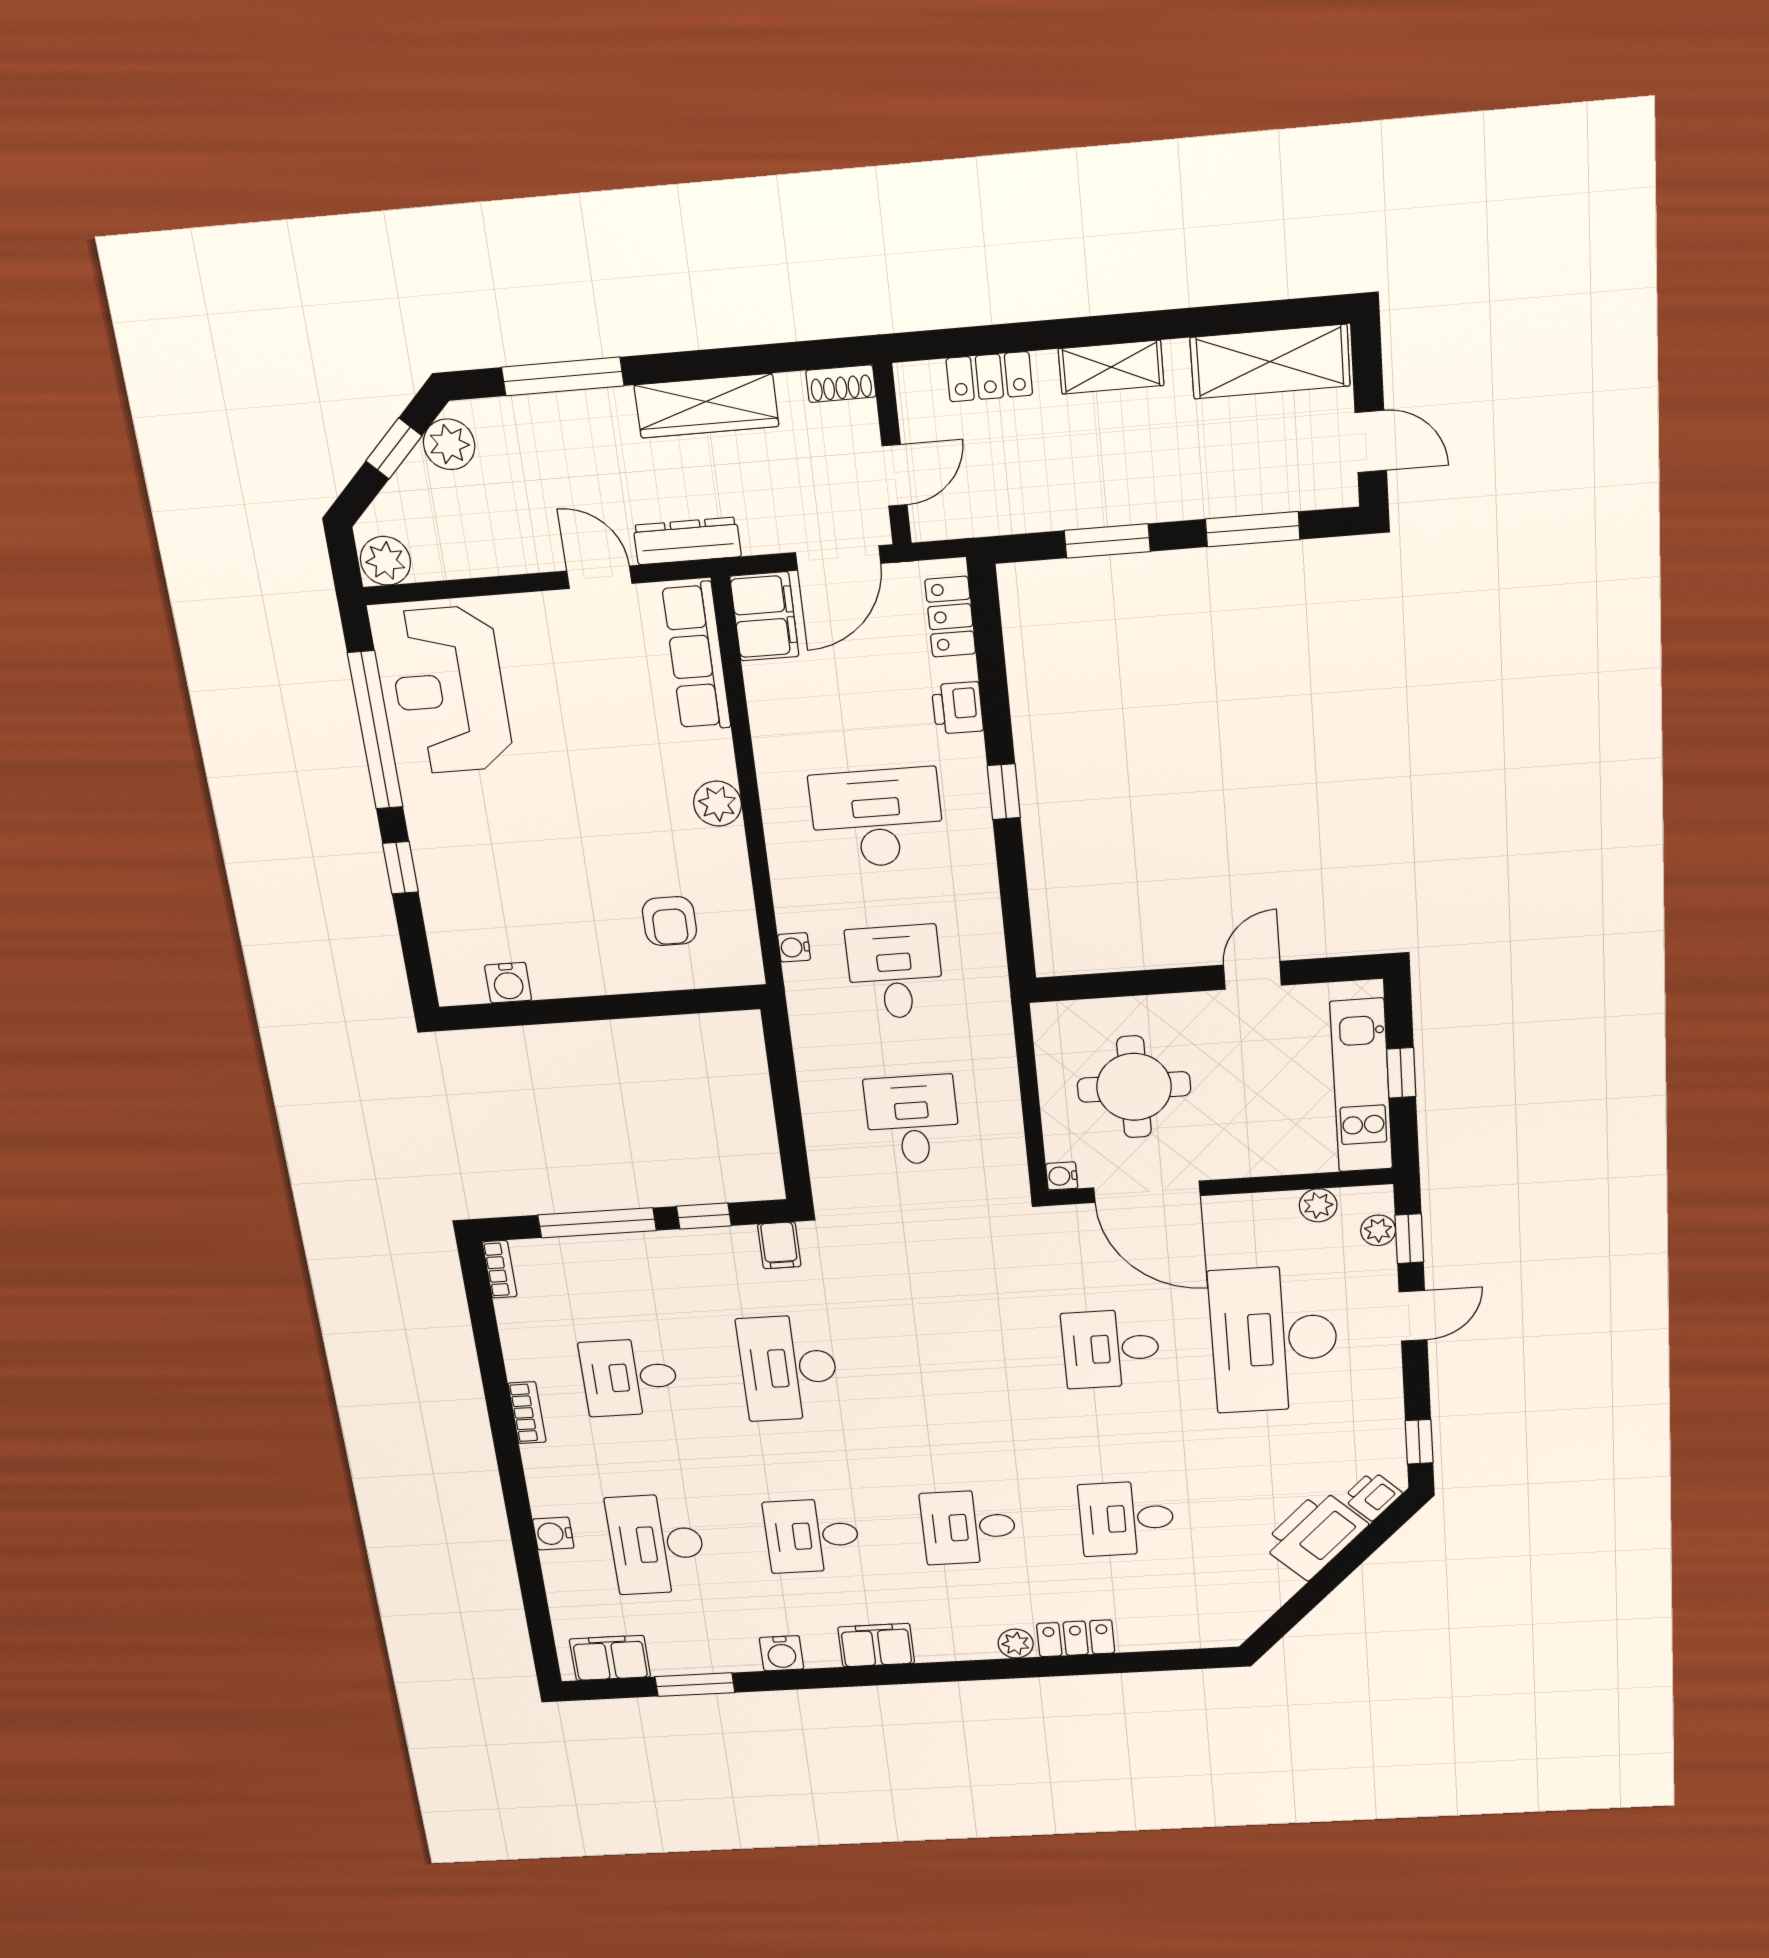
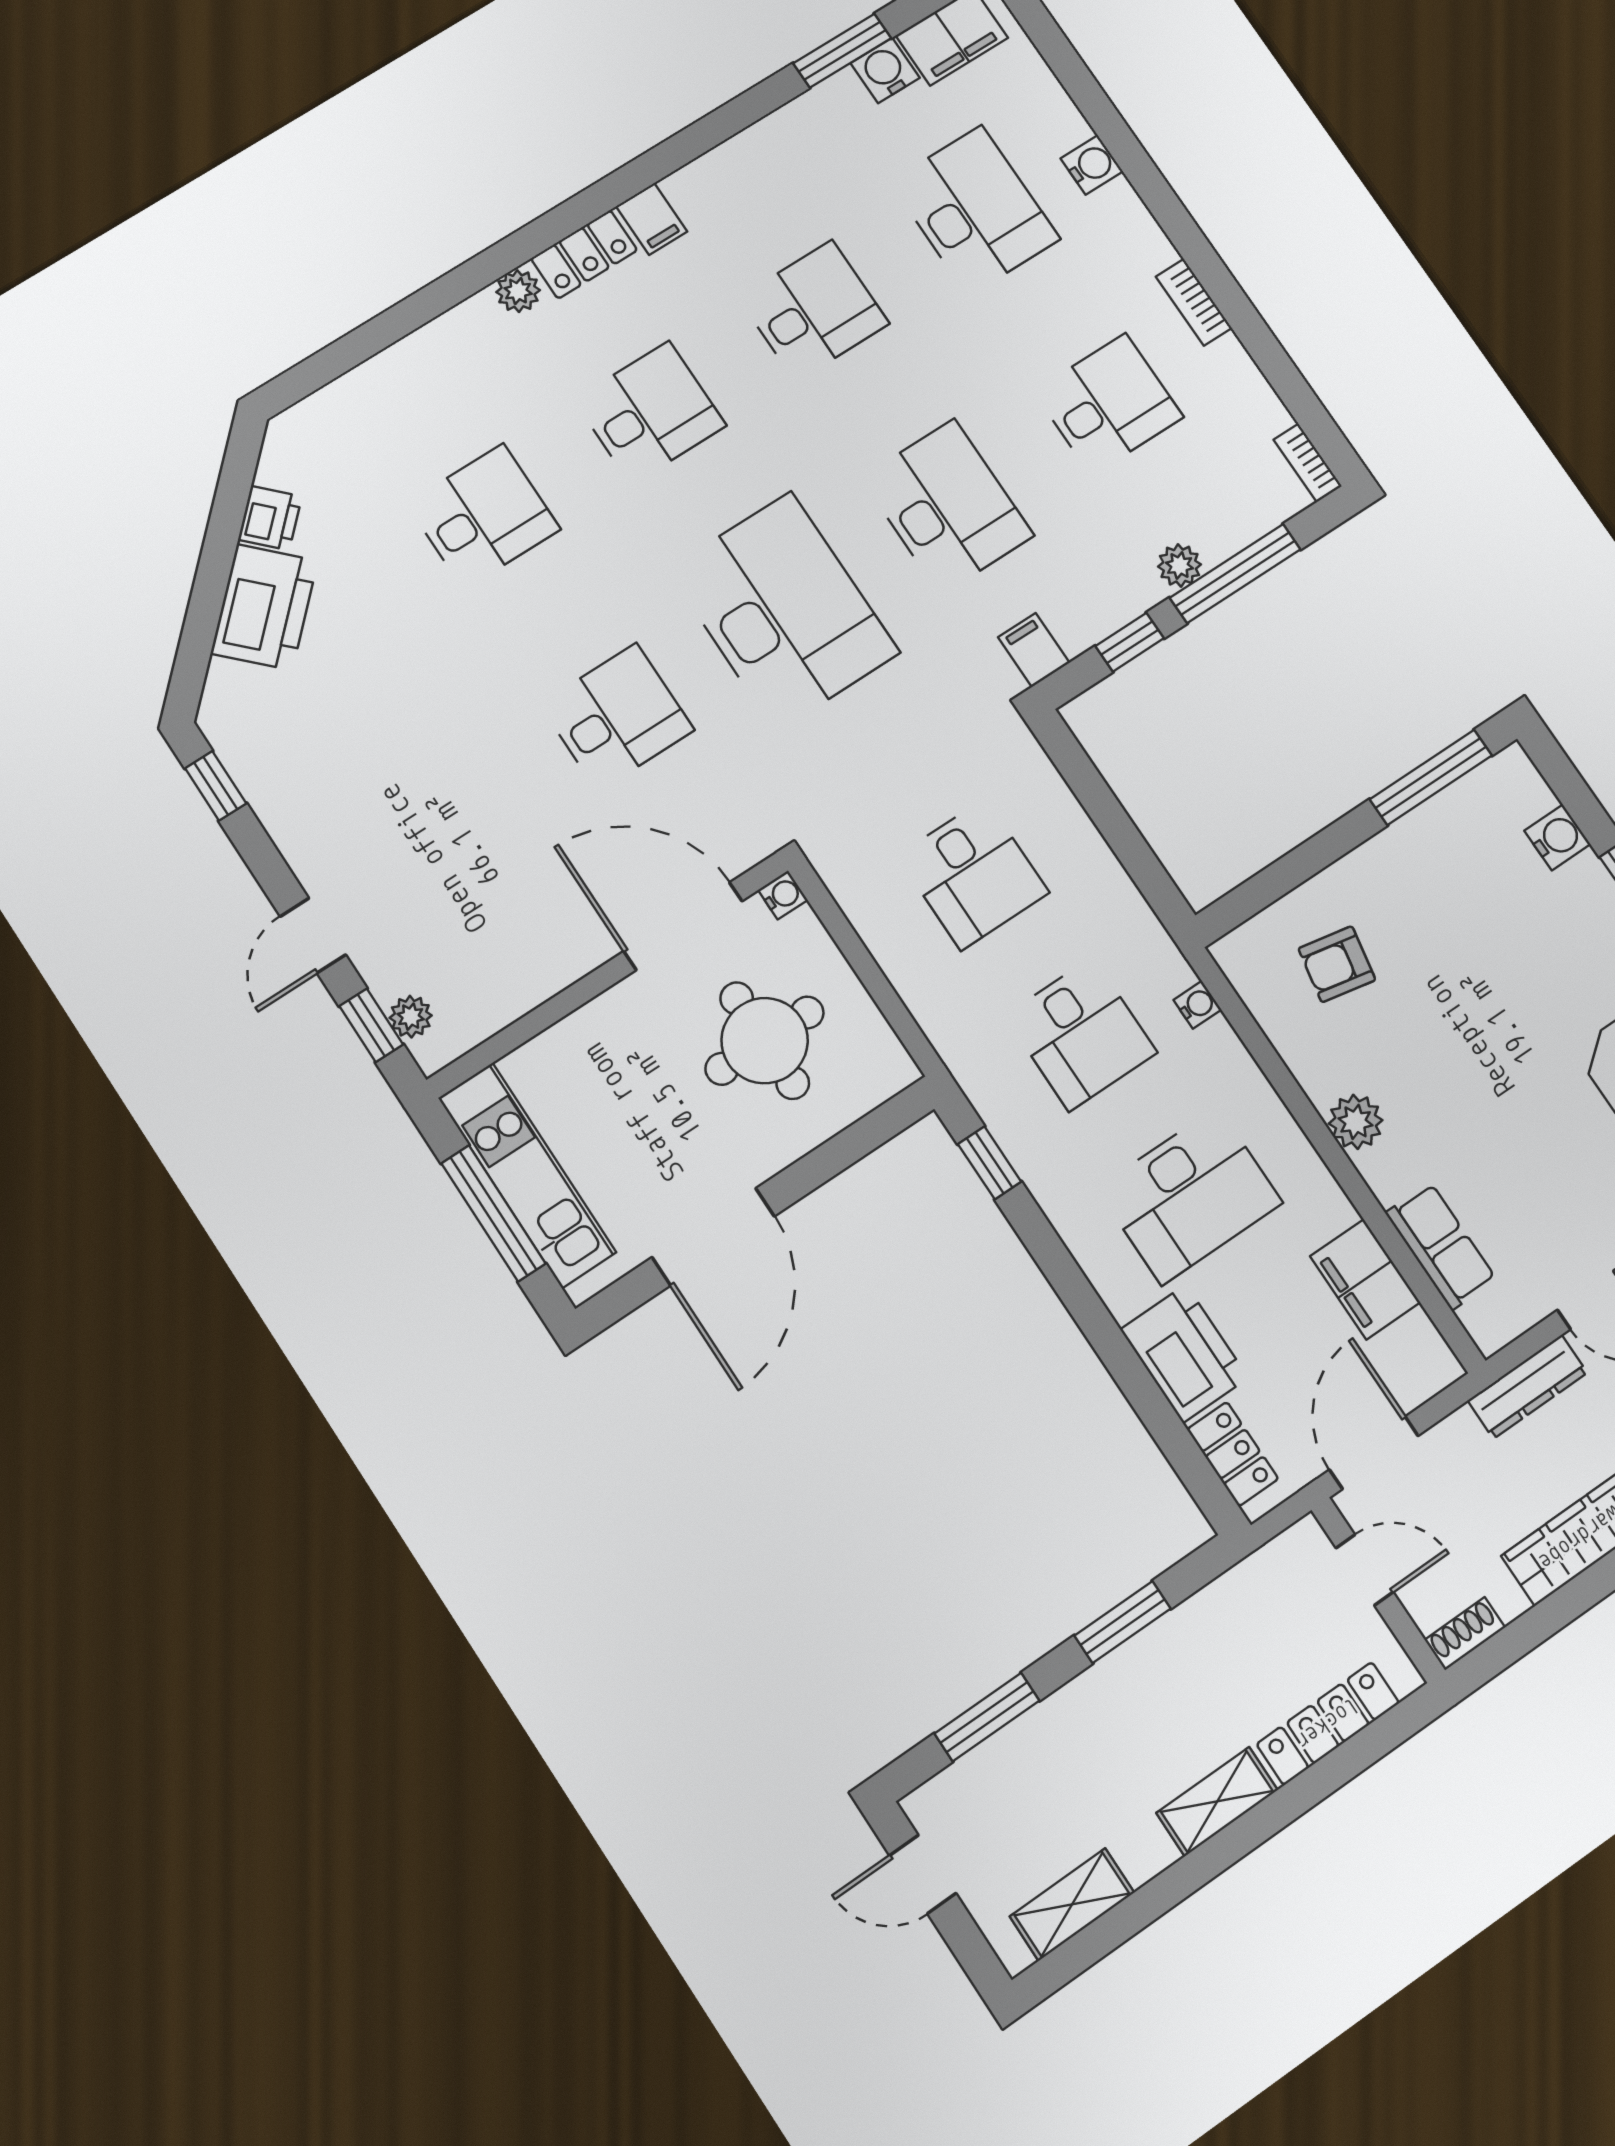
shelving: (1270, 362) -> (1072, 1904), width x0.67, depth x0.75
locker: (989, 377) -> (1328, 1723), width x1.53
door: (895, 475) -> (1365, 1570), swing flipped
filing cabinet: (764, 616) -> (1365, 1279), moved
row of seats: (696, 657) -> (1441, 1246), width x0.68
printer: (957, 708) -> (1184, 1354), width x1.87, depth x1.48
window: (1004, 792) -> (990, 1163), moved
armchair: (669, 921) -> (1337, 964), turned -79
door: (1252, 975) -> (713, 1237), width x1.87
water cooler: (508, 983) -> (1557, 837), moved, turned 90
window: (523, 1013) -> (1431, 777), added
window: (1401, 1073) -> (493, 1213), width x2.17
plant: (1318, 1205) -> (1180, 566), moved
desk: (1274, 1339) -> (784, 611), moved
printer: (1372, 1496) -> (270, 518), moved
locker: (1076, 1638) -> (584, 254), moved
filing cabinet: (876, 1645) -> (652, 219), width x0.50
water cooler: (782, 1653) -> (885, 70), moved

